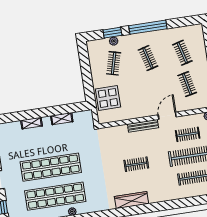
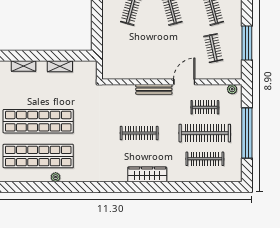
display table: (108, 98) -> (118, 50), removed
clothes rail: (136, 164) -> (139, 133), width x1.36
wardrobe: (131, 200) -> (147, 174), moved

